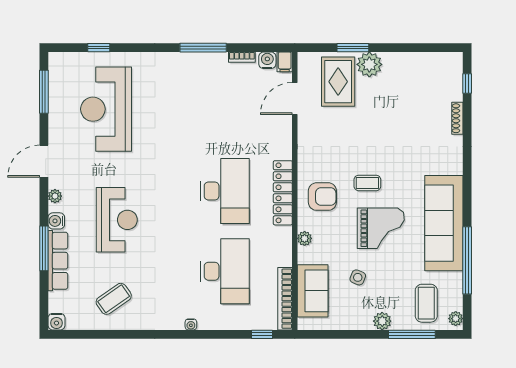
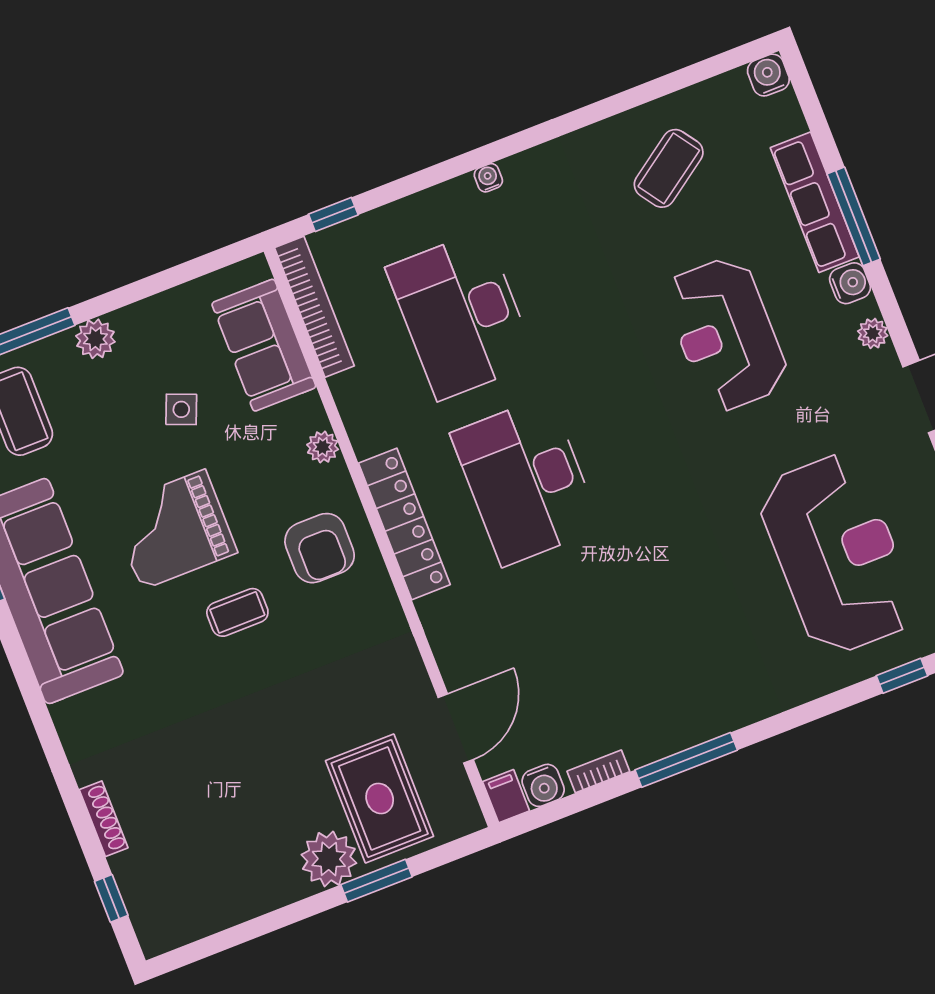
armchair: (322, 197) -> (320, 548), turned -90

